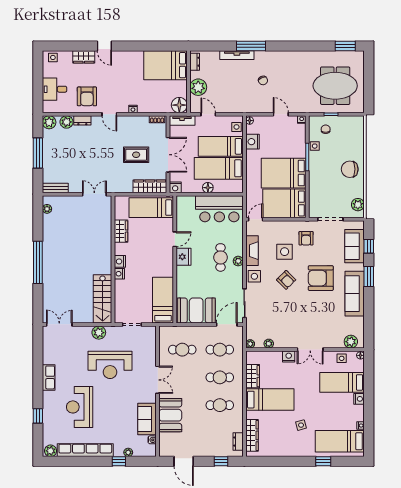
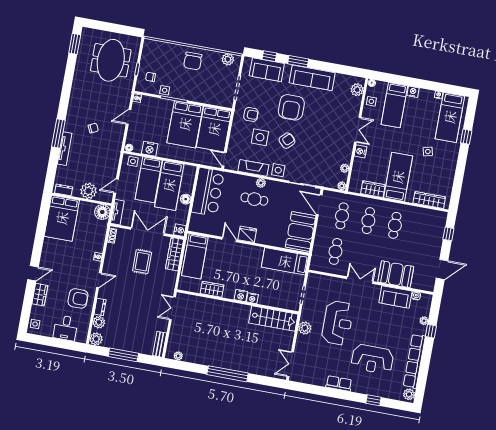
dresser: (238, 442) -> (433, 214), removed

